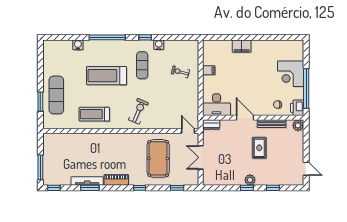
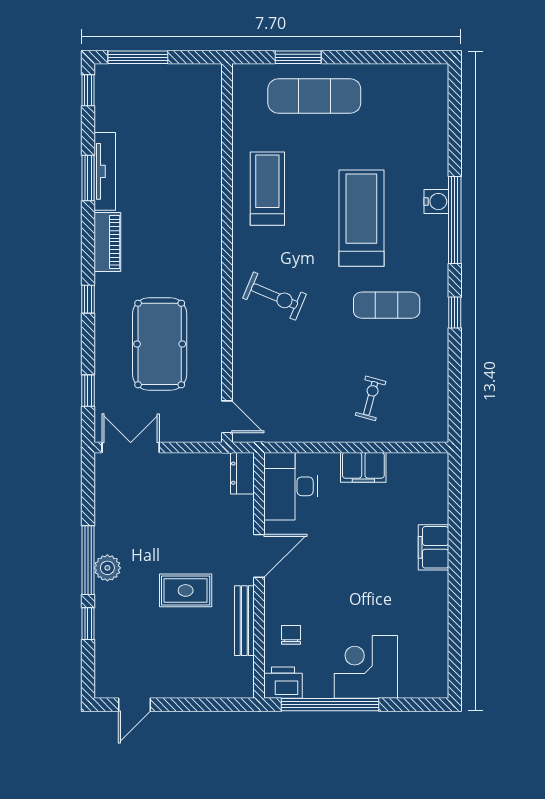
water cooler: (78, 45) -> (436, 202), moved
water cooler: (159, 45) -> (437, 345), removed
filing cabinet: (209, 70) -> (363, 467), width x2.00
plant: (298, 125) -> (240, 685), removed
door: (188, 131) -> (227, 417), hinge flipped
double door: (201, 157) -> (131, 447), moved
pool table: (158, 158) -> (160, 344), turned 90
window: (247, 188) -> (88, 560), width x2.17

